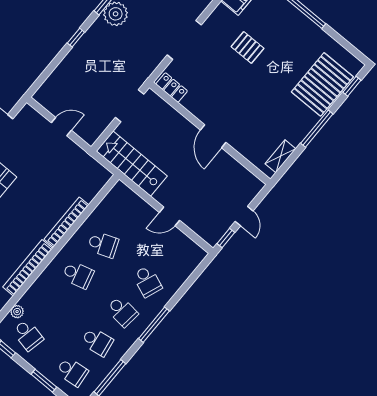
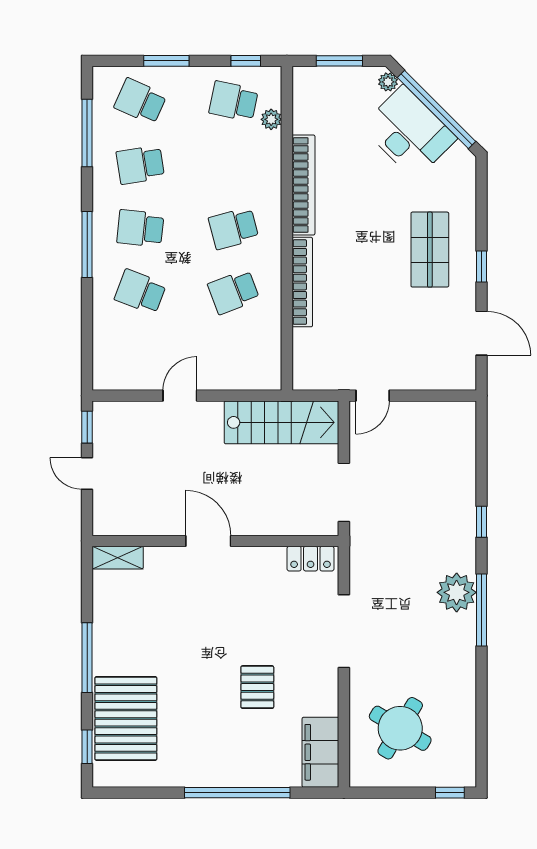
pallet: (248, 47) -> (257, 687), turned 90
door: (61, 127) -> (373, 396), moved
shelving: (280, 156) -> (118, 558), moved, turned 90
school desk: (72, 372) -> (140, 101), turned 30

